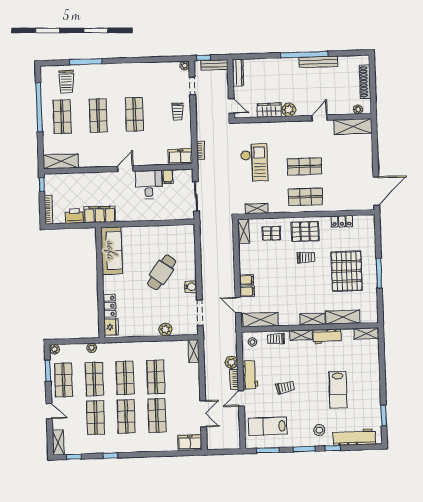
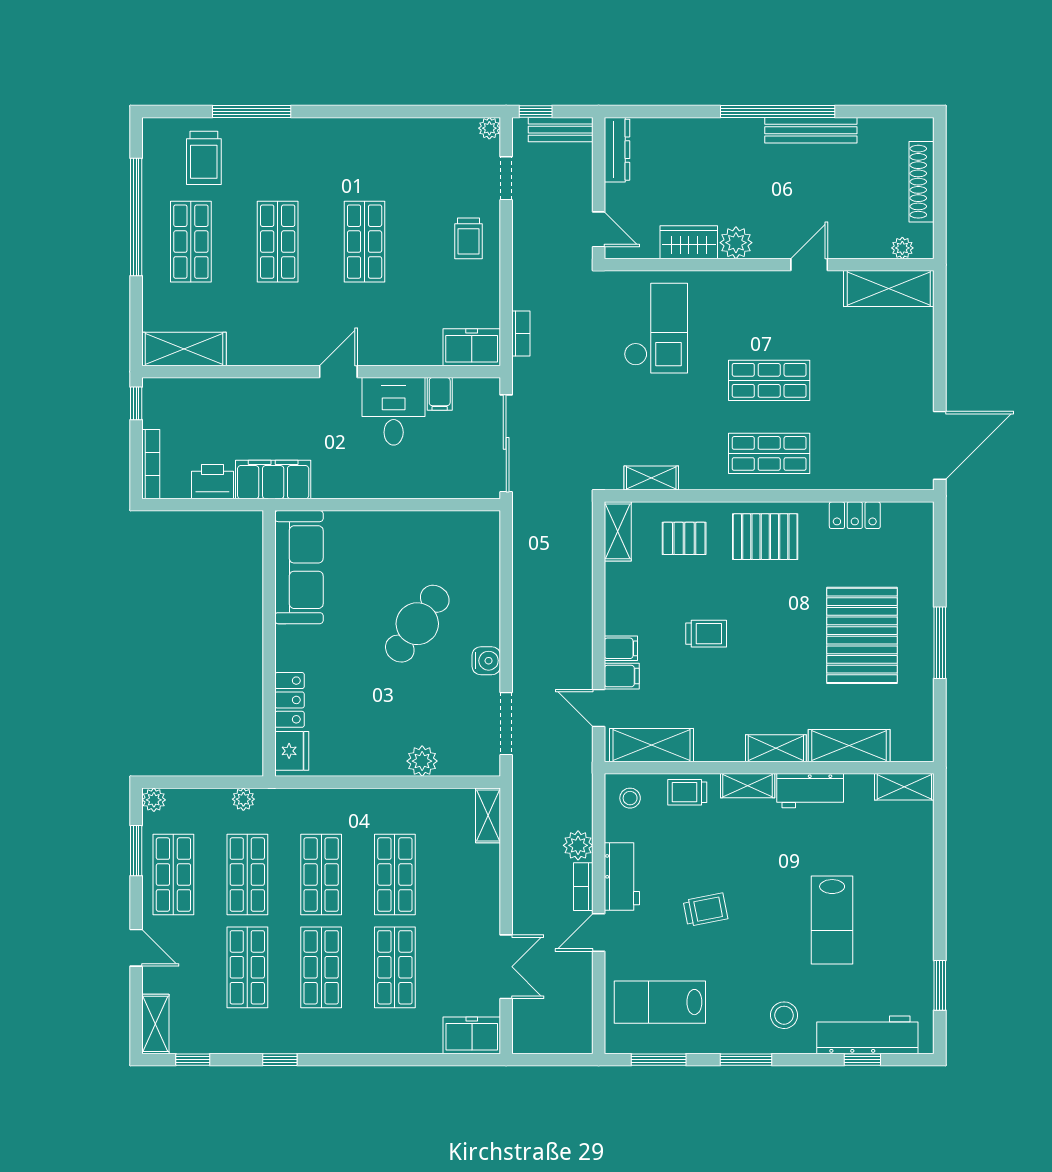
checkout: (254, 163) -> (656, 328), moved
sliding door: (196, 196) -> (506, 443), width x1.37
trolley: (306, 257) -> (706, 634), moved
window: (333, 448) -> (862, 1060), moved

